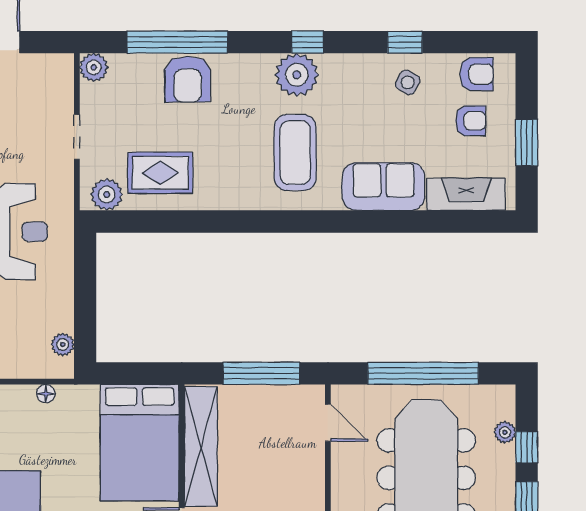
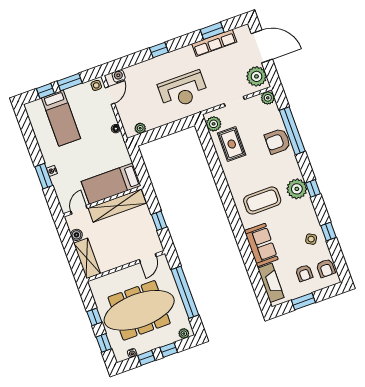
plant: (43, 74) -> (257, 76), added
window: (261, 373) -> (159, 221), width x0.46
plant: (505, 432) -> (184, 334), moved
bed: (140, 443) -> (111, 184), width x0.67

